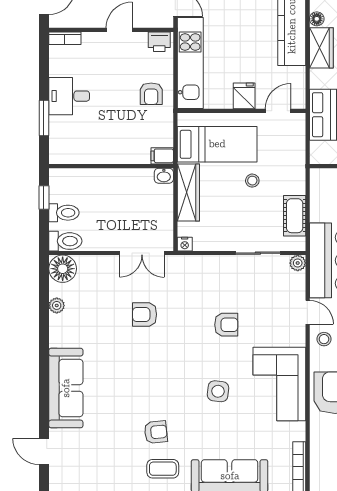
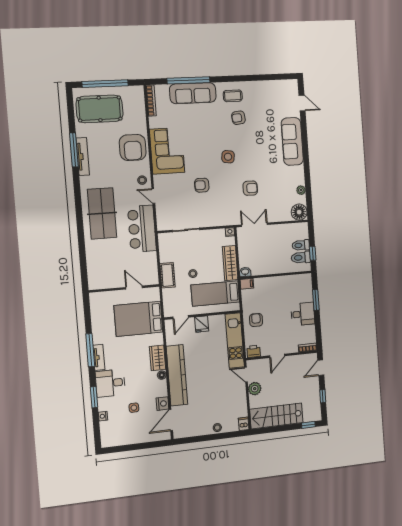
cot: (295, 216) -> (167, 275), moved
toilet: (65, 241) -> (301, 257), moved
plant: (298, 263) -> (162, 226), removed
side table: (218, 391) -> (228, 157), moved

